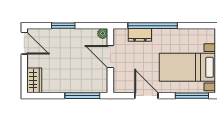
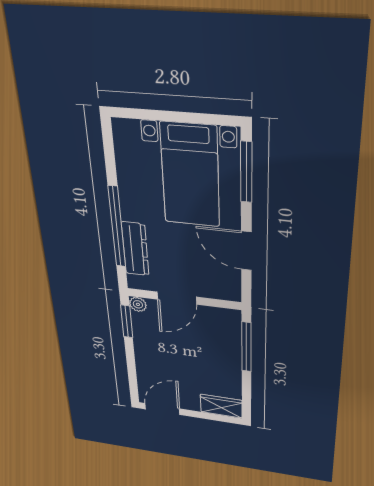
window: (63, 26) -> (127, 321), moved
dresser: (140, 35) -> (135, 249), width x1.44
door: (146, 96) -> (246, 251), hinge flipped

